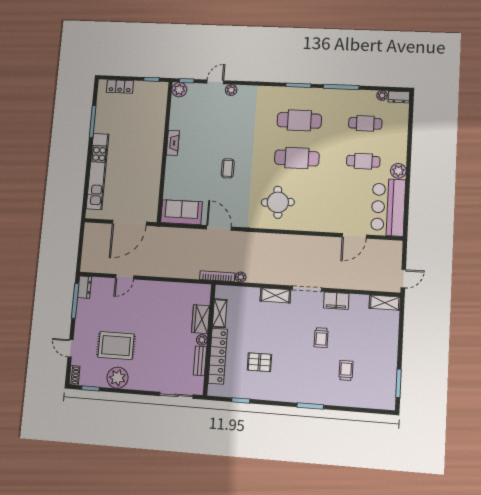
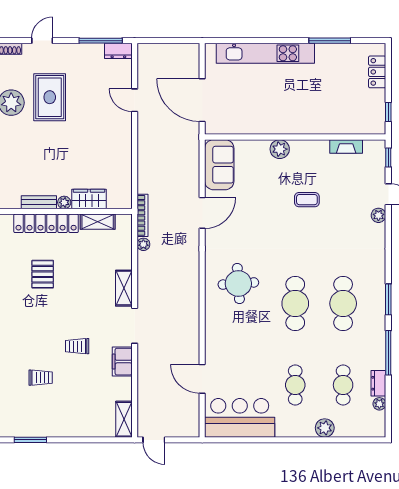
plant: (179, 90) -> (280, 149), moved
dresser: (399, 97) -> (378, 383), moved
fireplace: (173, 143) -> (346, 147), moved
coffee table: (228, 168) -> (307, 200), moved
plant: (398, 171) -> (325, 428), moved

